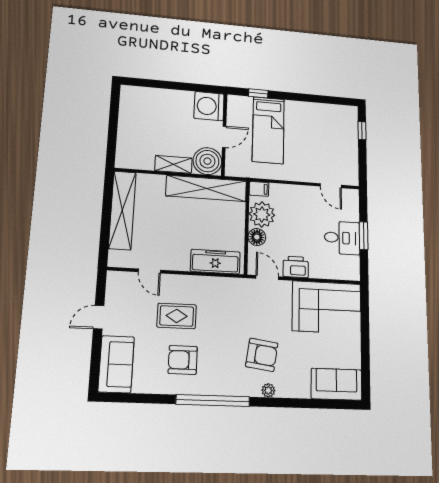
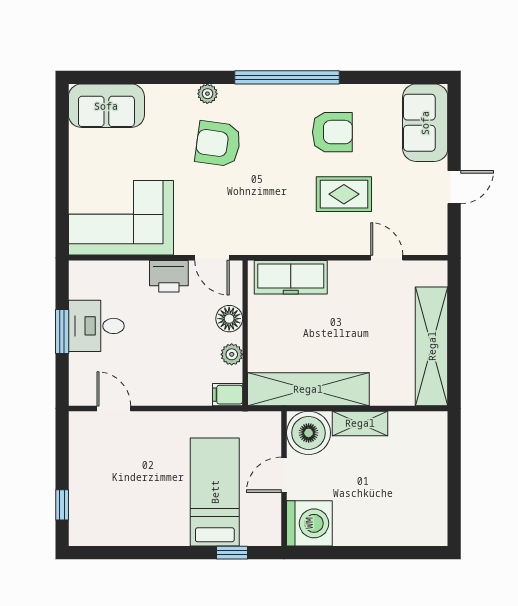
plant: (262, 214) -> (232, 354), width x0.53, depth x0.53

